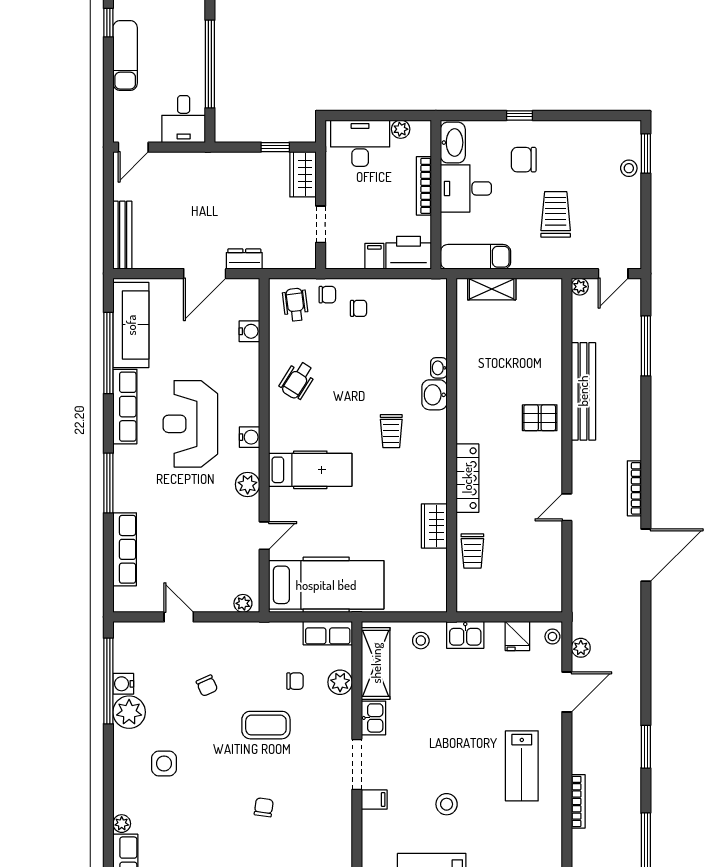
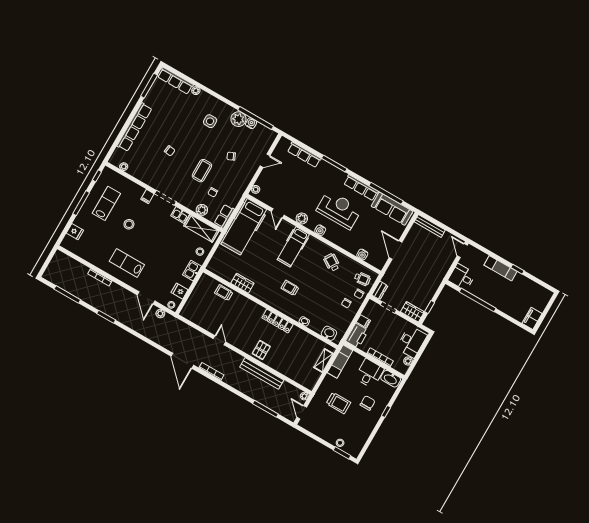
dresser: (244, 259) -> (380, 290), moved
washbasin: (434, 395) -> (329, 333), moved
locker: (467, 478) -> (277, 321), moved

